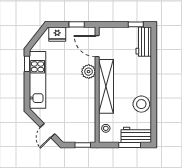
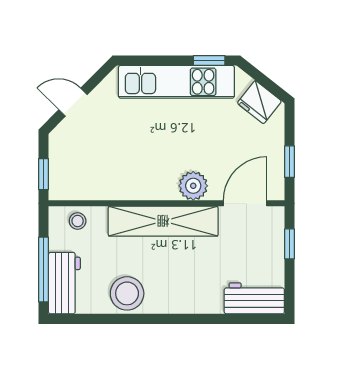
window: (136, 24) -> (289, 244), moved
fridge: (57, 34) -> (259, 102), moved, turned -52
window: (130, 145) -> (43, 269), width x1.44

